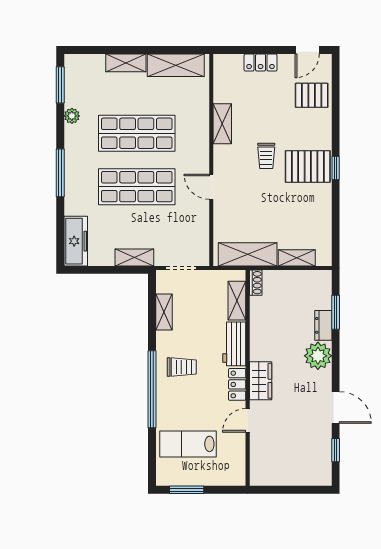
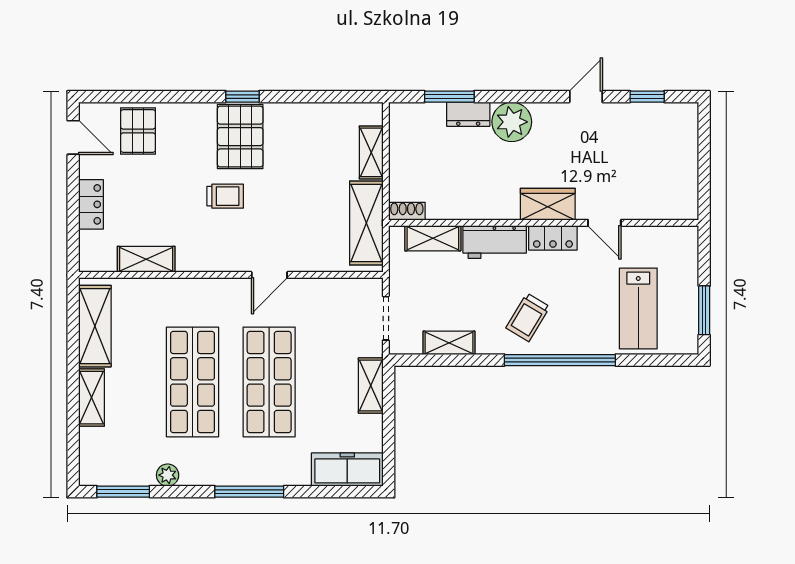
shelving: (222, 124) -> (146, 259), moved
trolley: (182, 367) -> (528, 317), turned -149
door: (336, 407) -> (586, 97), width x0.73

